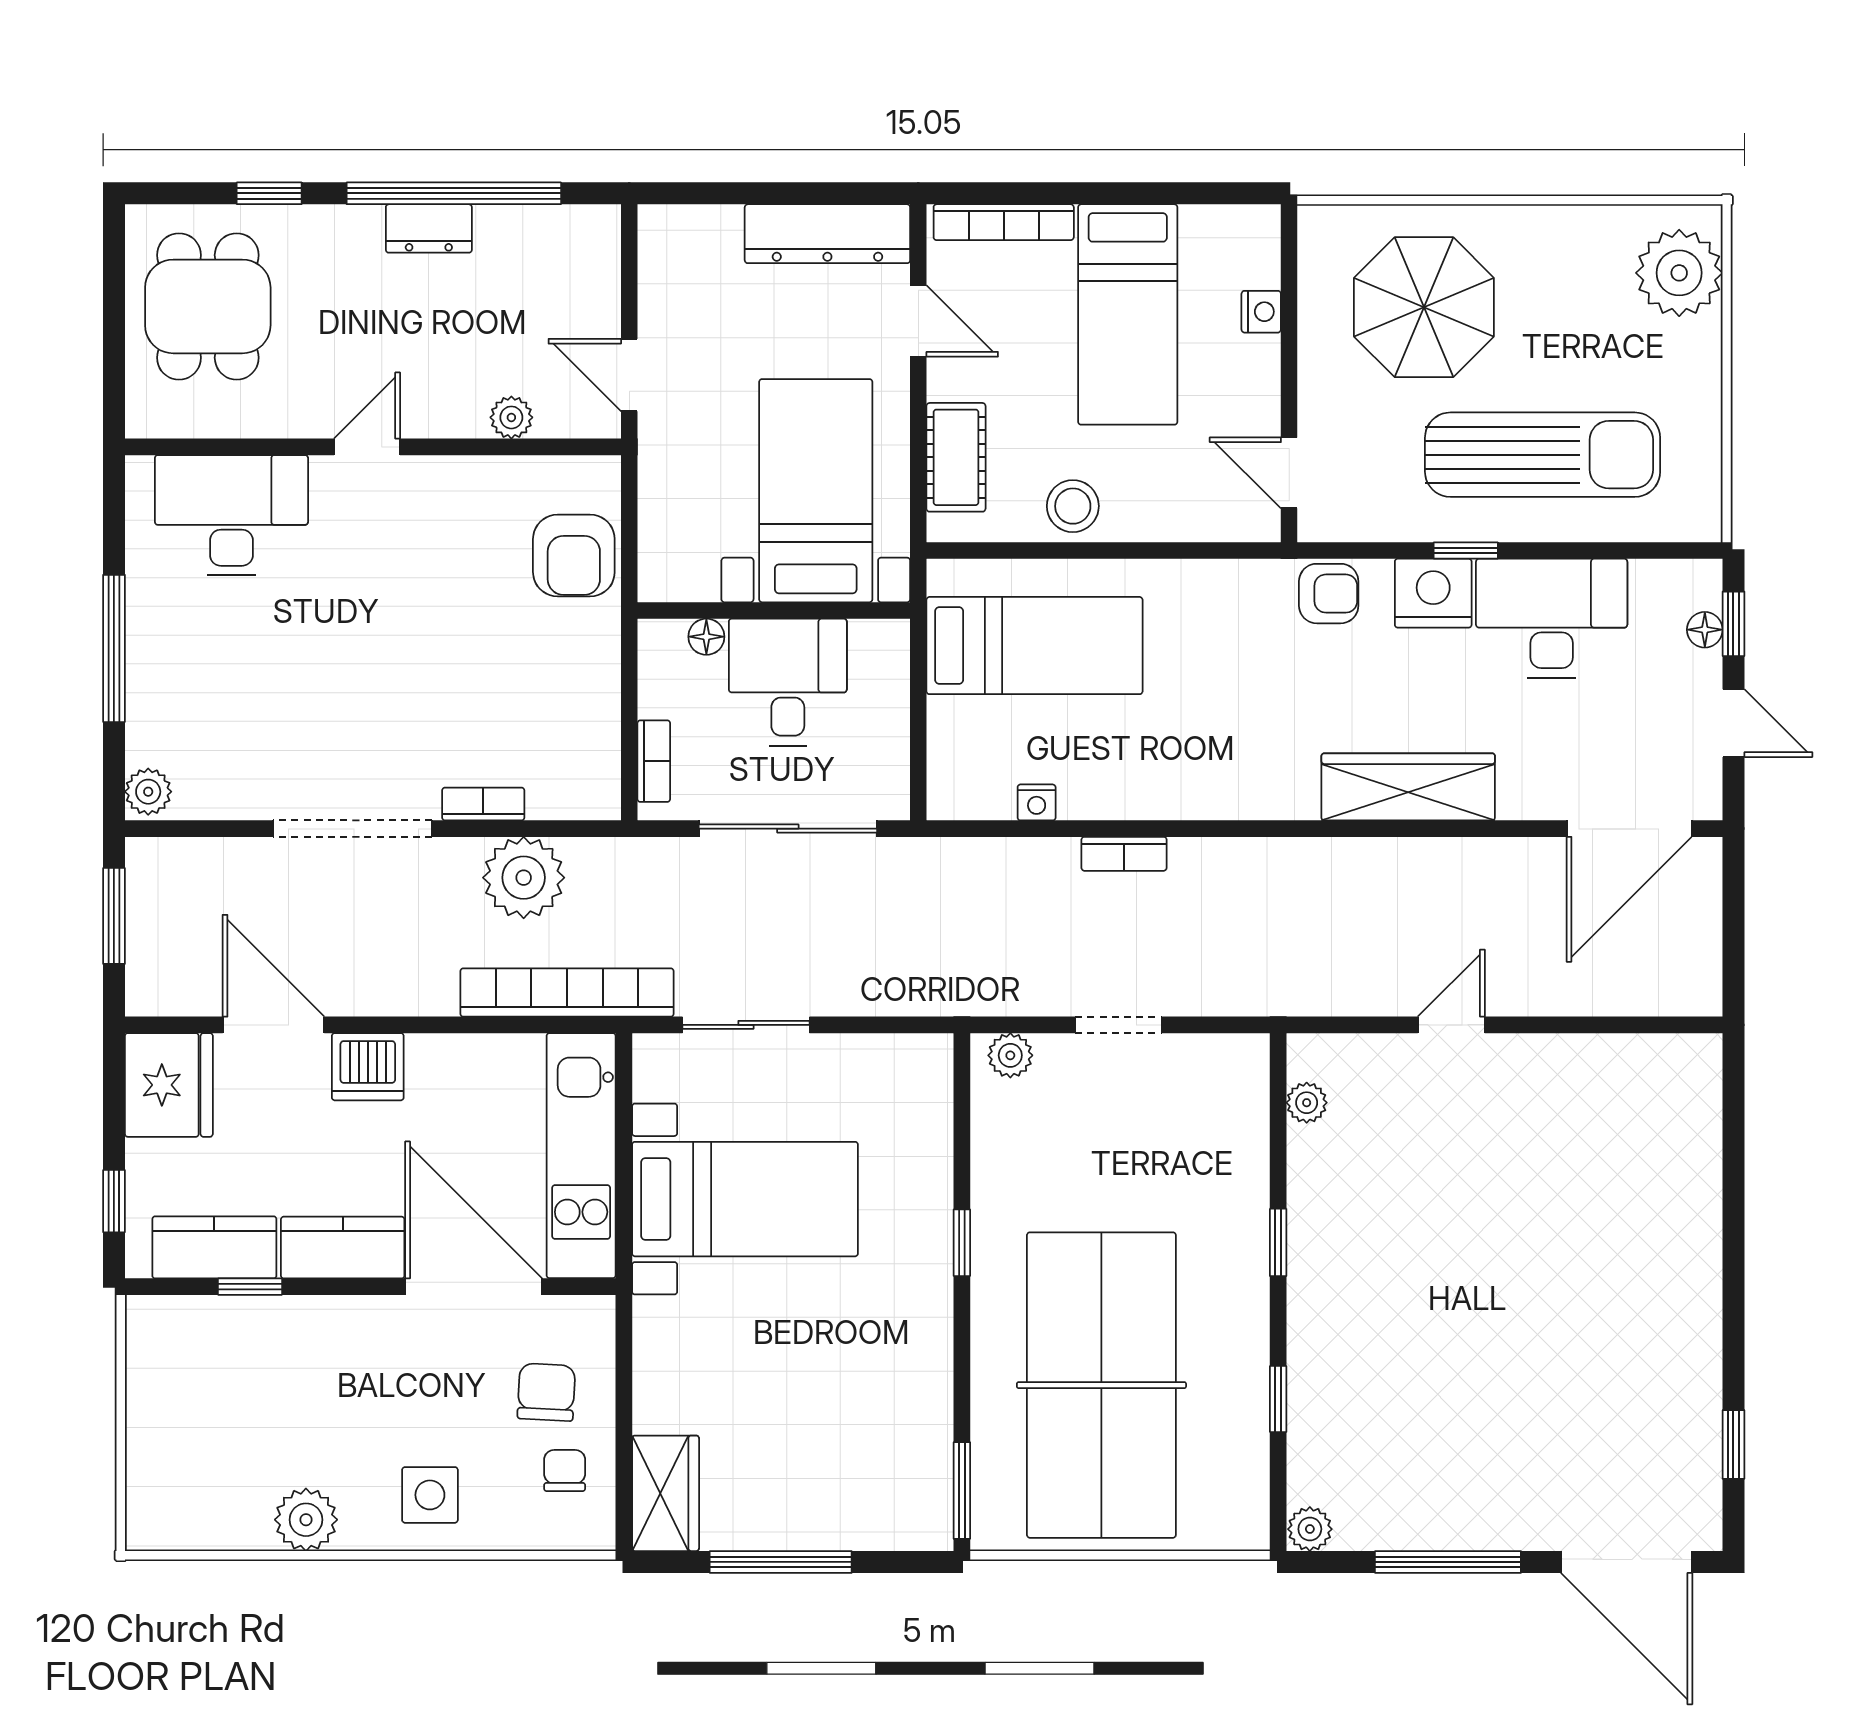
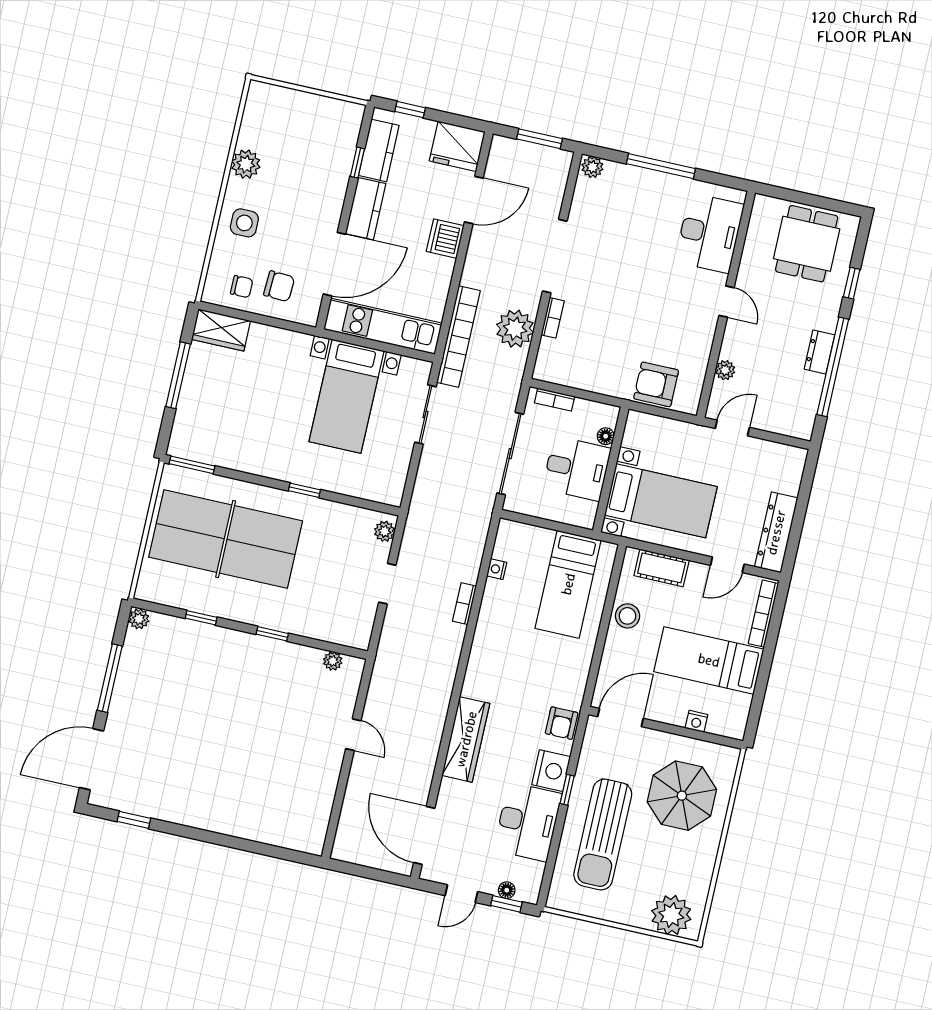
dining table: (208, 306) -> (807, 244), turned 90
door: (1289, 473) -> (620, 717), width x1.38

